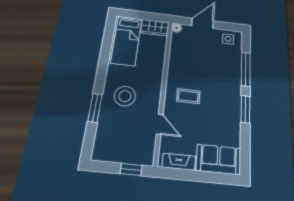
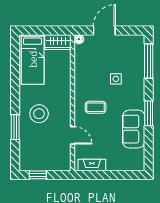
side table: (228, 39) -> (116, 79), moved
window: (246, 69) -> (149, 61), moved
sofa: (219, 159) -> (134, 129), moved, turned -90
window: (131, 170) -> (38, 175), moved

